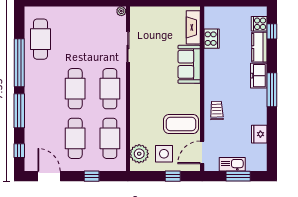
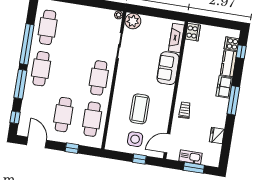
cooker: (212, 39) -> (193, 32), moved
cafe table: (75, 89) -> (41, 69), moved
coffee table: (181, 124) -> (140, 109), moved, turned 90
plant: (139, 154) -> (133, 21), moved

